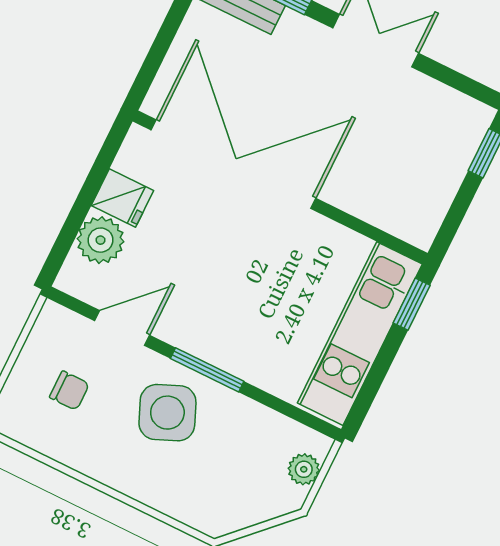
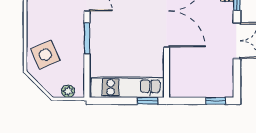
side table: (167, 413) -> (45, 55), moved

